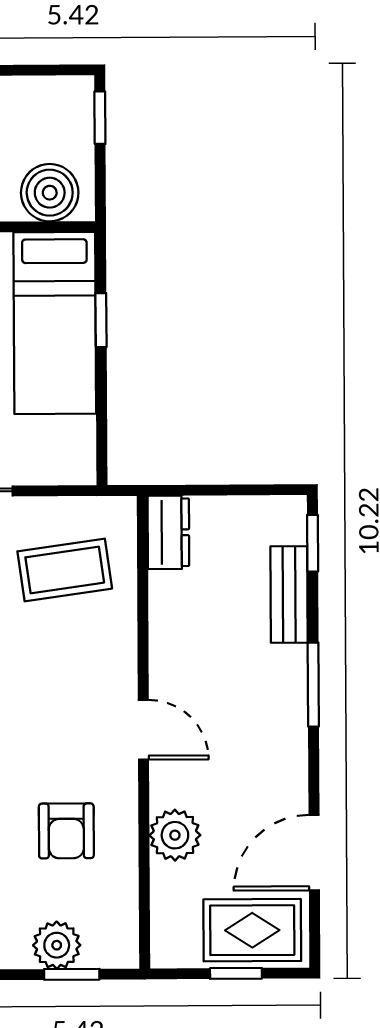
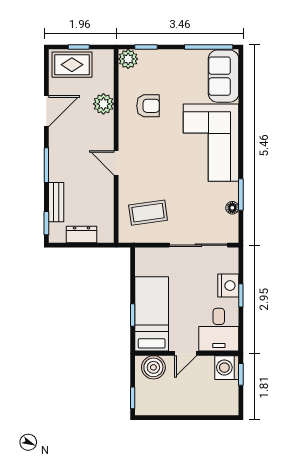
dresser: (168, 532) -> (82, 234), moved, turned 90
door: (143, 730) -> (116, 163), moved
armchair: (66, 831) -> (148, 106), turned 90
door: (314, 853) -> (46, 111), moved
plant: (57, 945) -> (128, 59), moved

